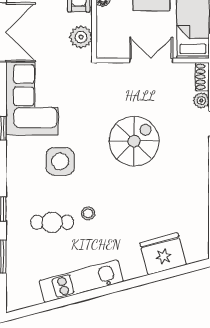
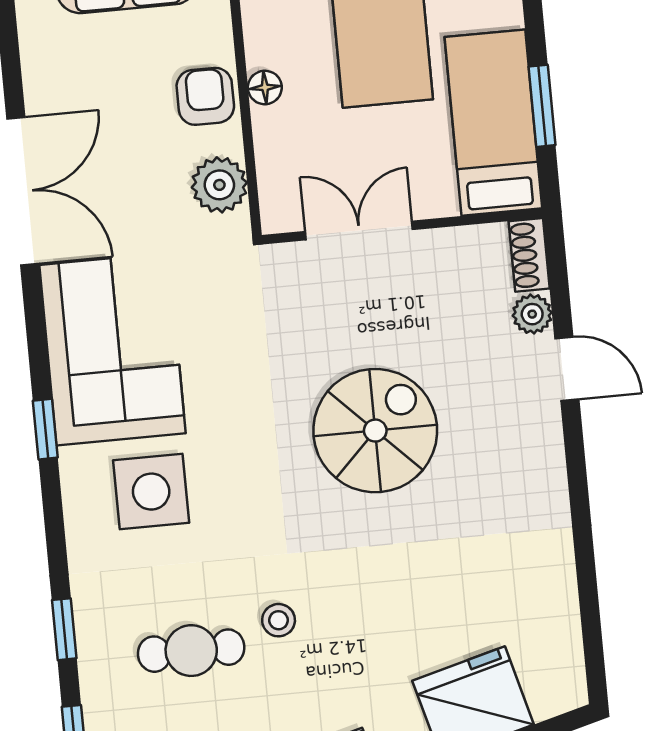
double door: (151, 61) -> (359, 230), moved
side table: (60, 161) -> (151, 492), moved

